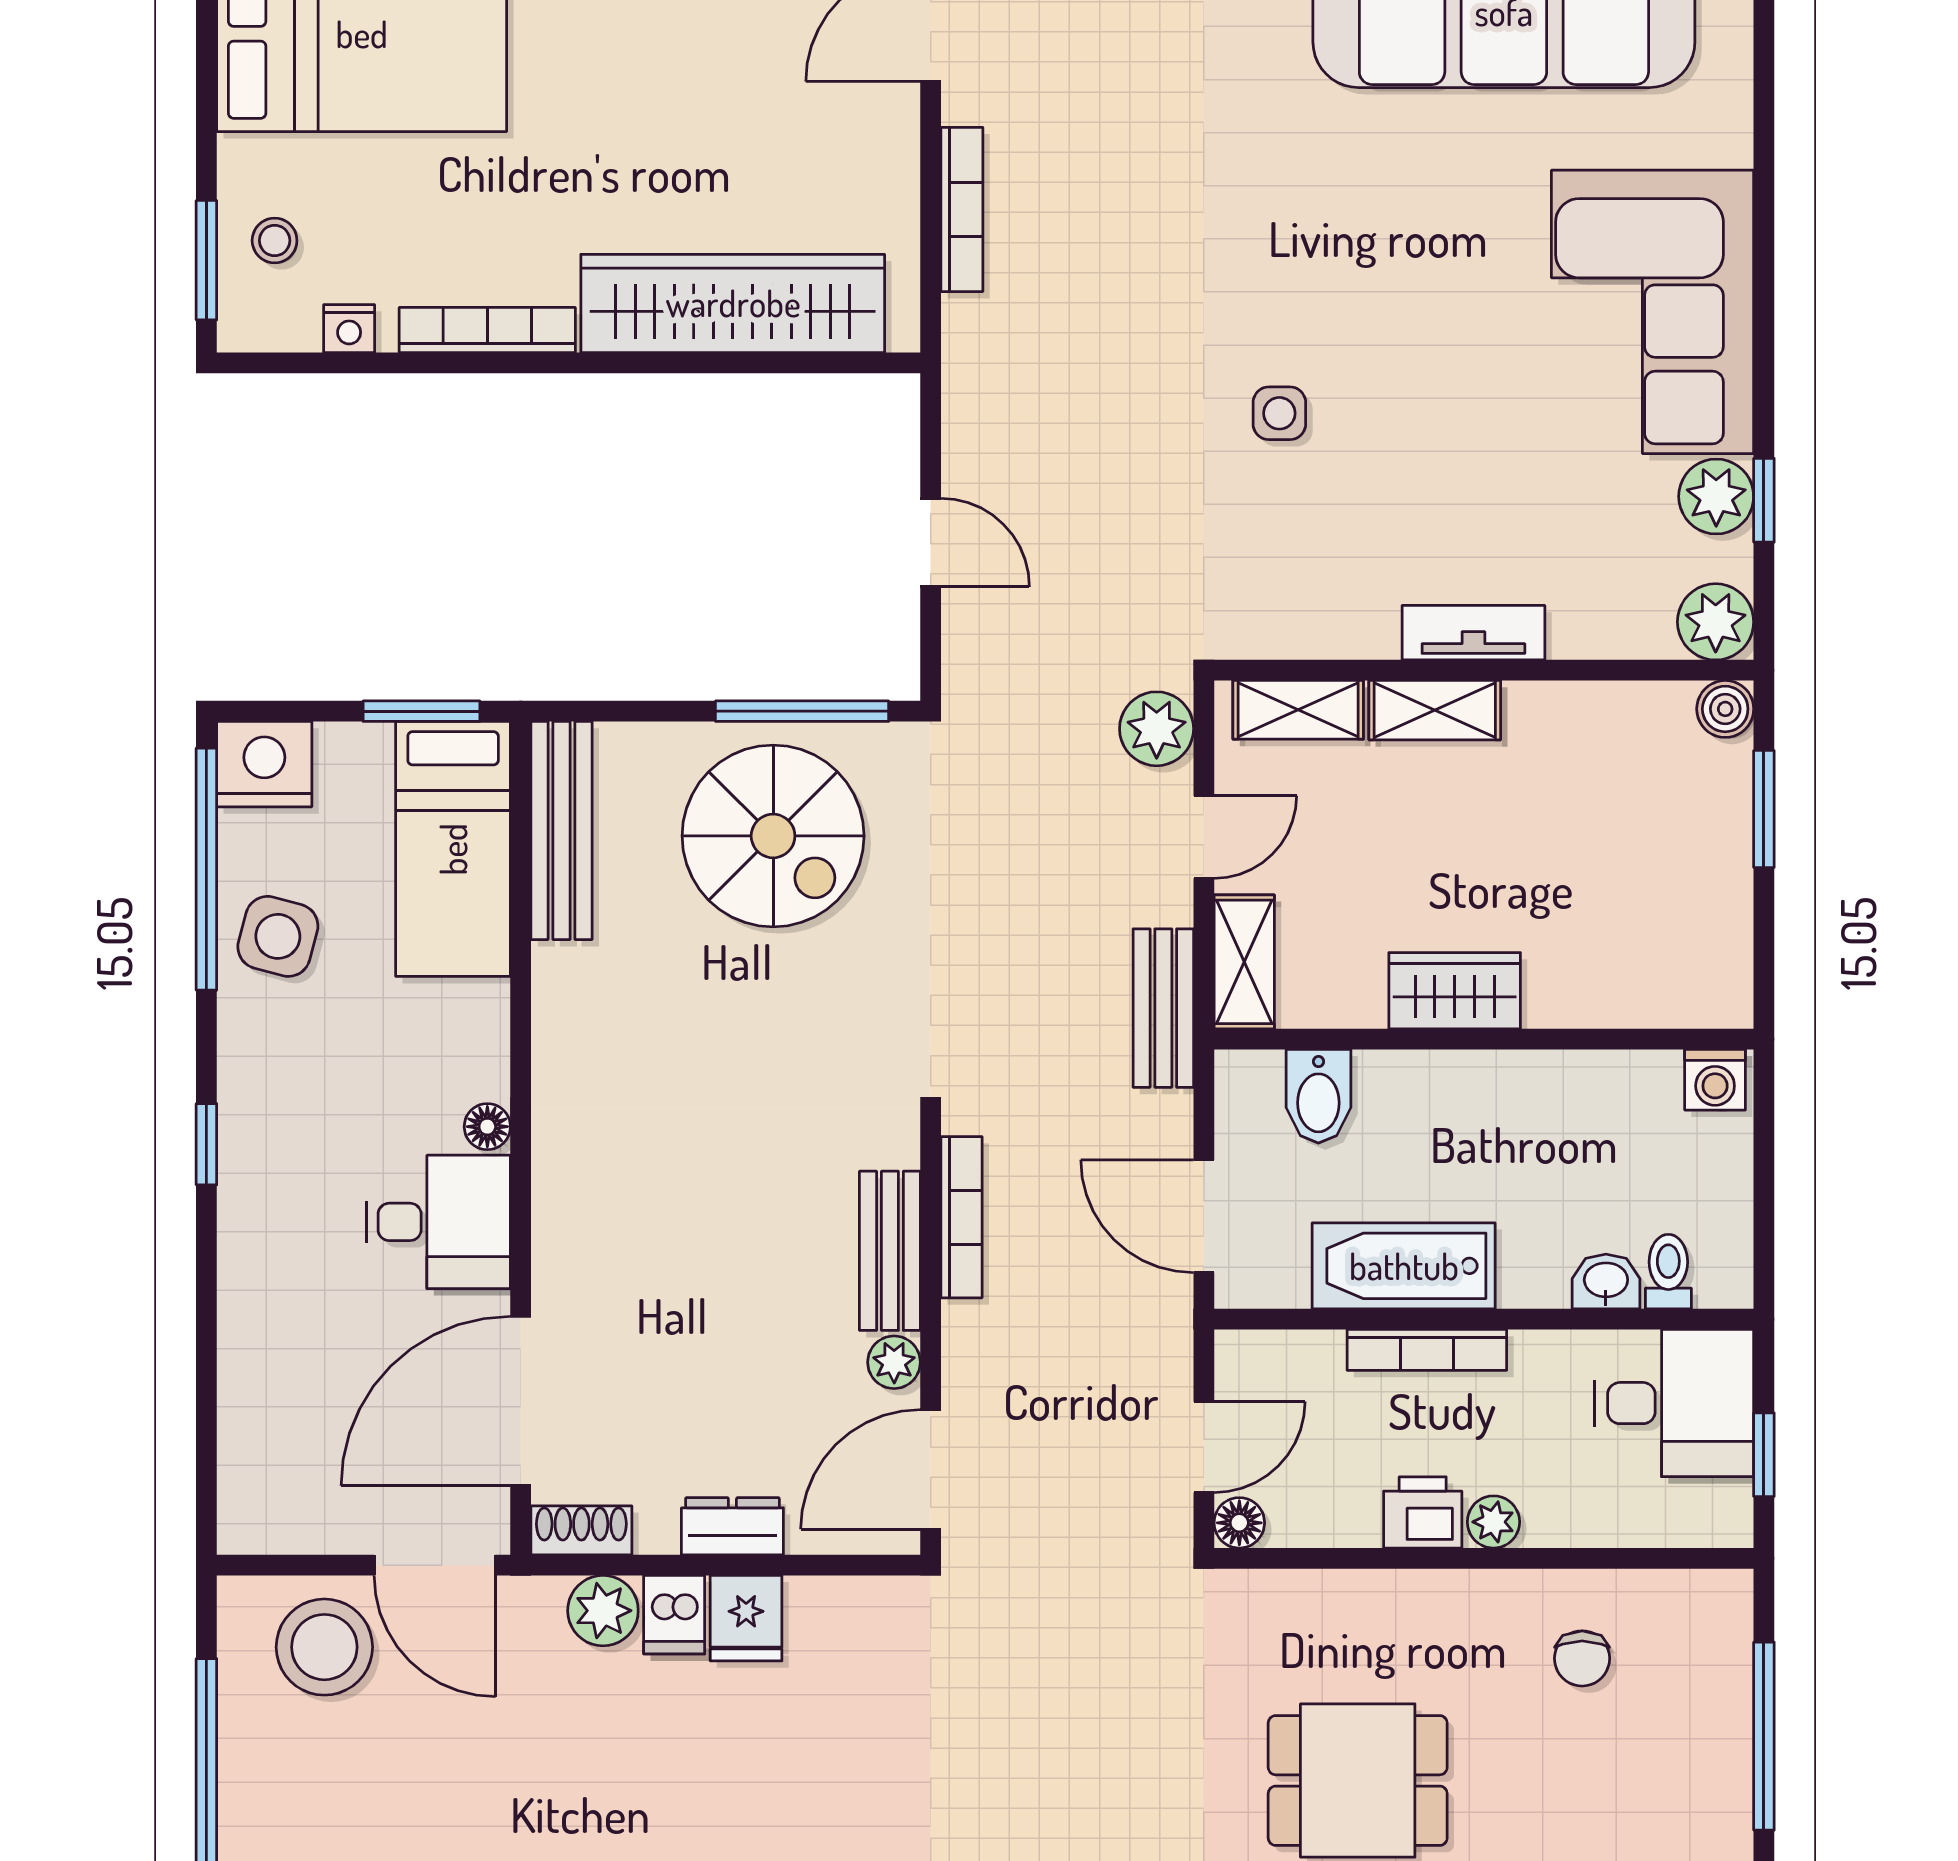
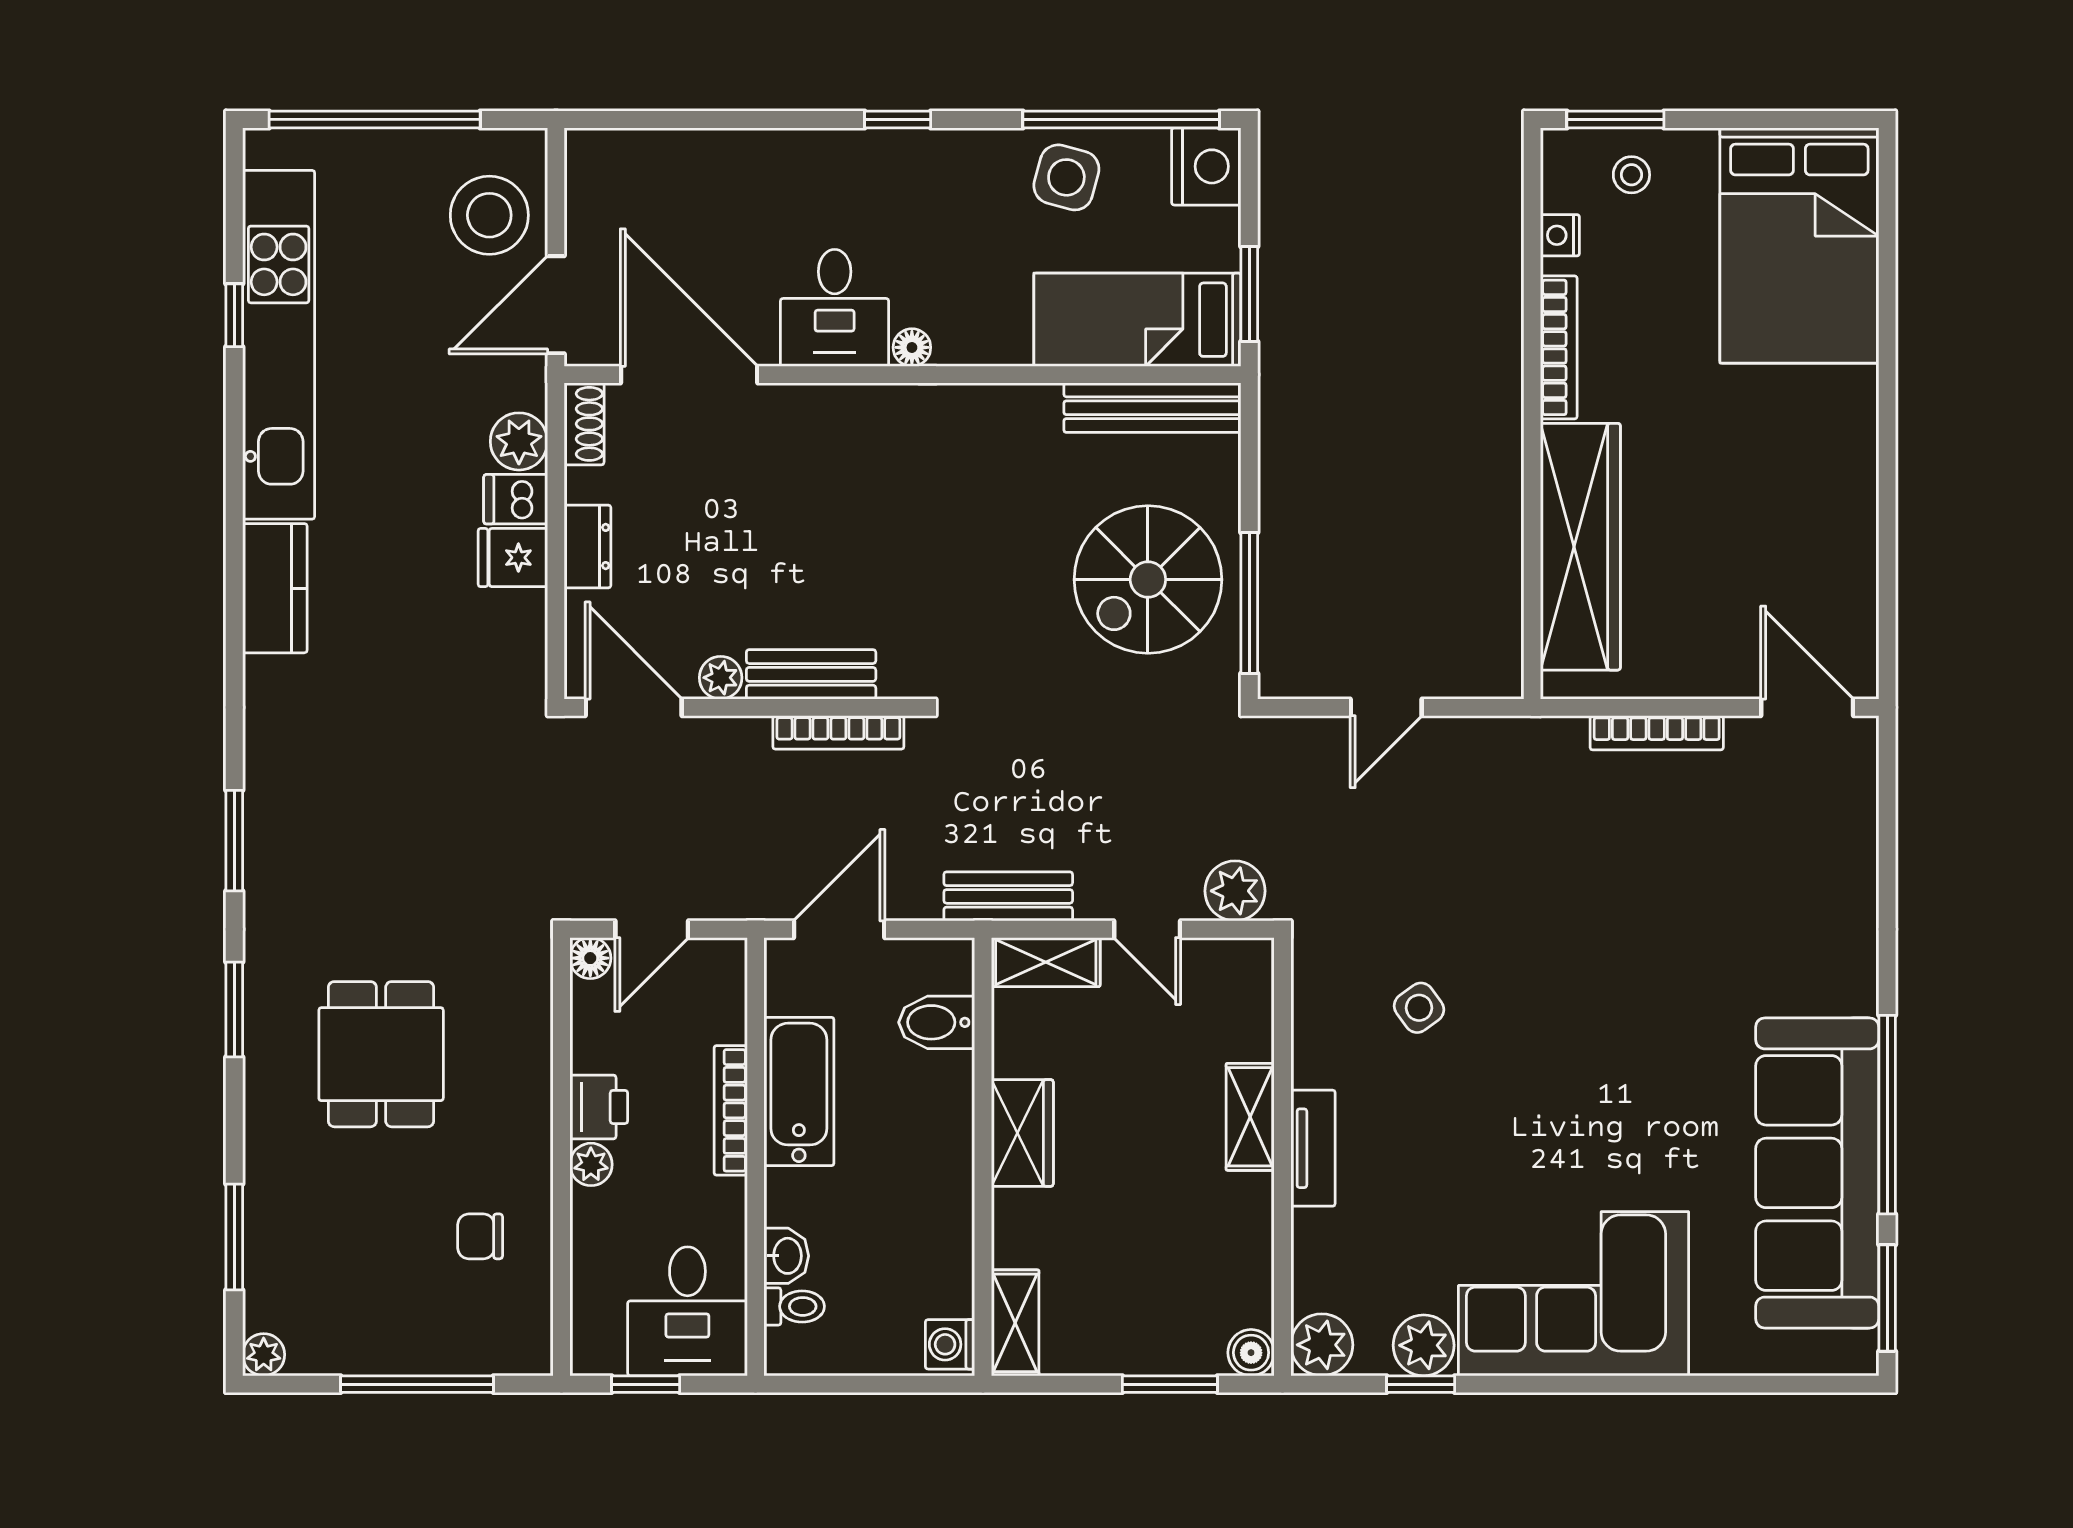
side table: (1279, 413) -> (1419, 1008), moved, turned -36
shelving: (1298, 710) -> (1015, 1323), moved
door: (1204, 1447) -> (652, 929), hinge flipped

